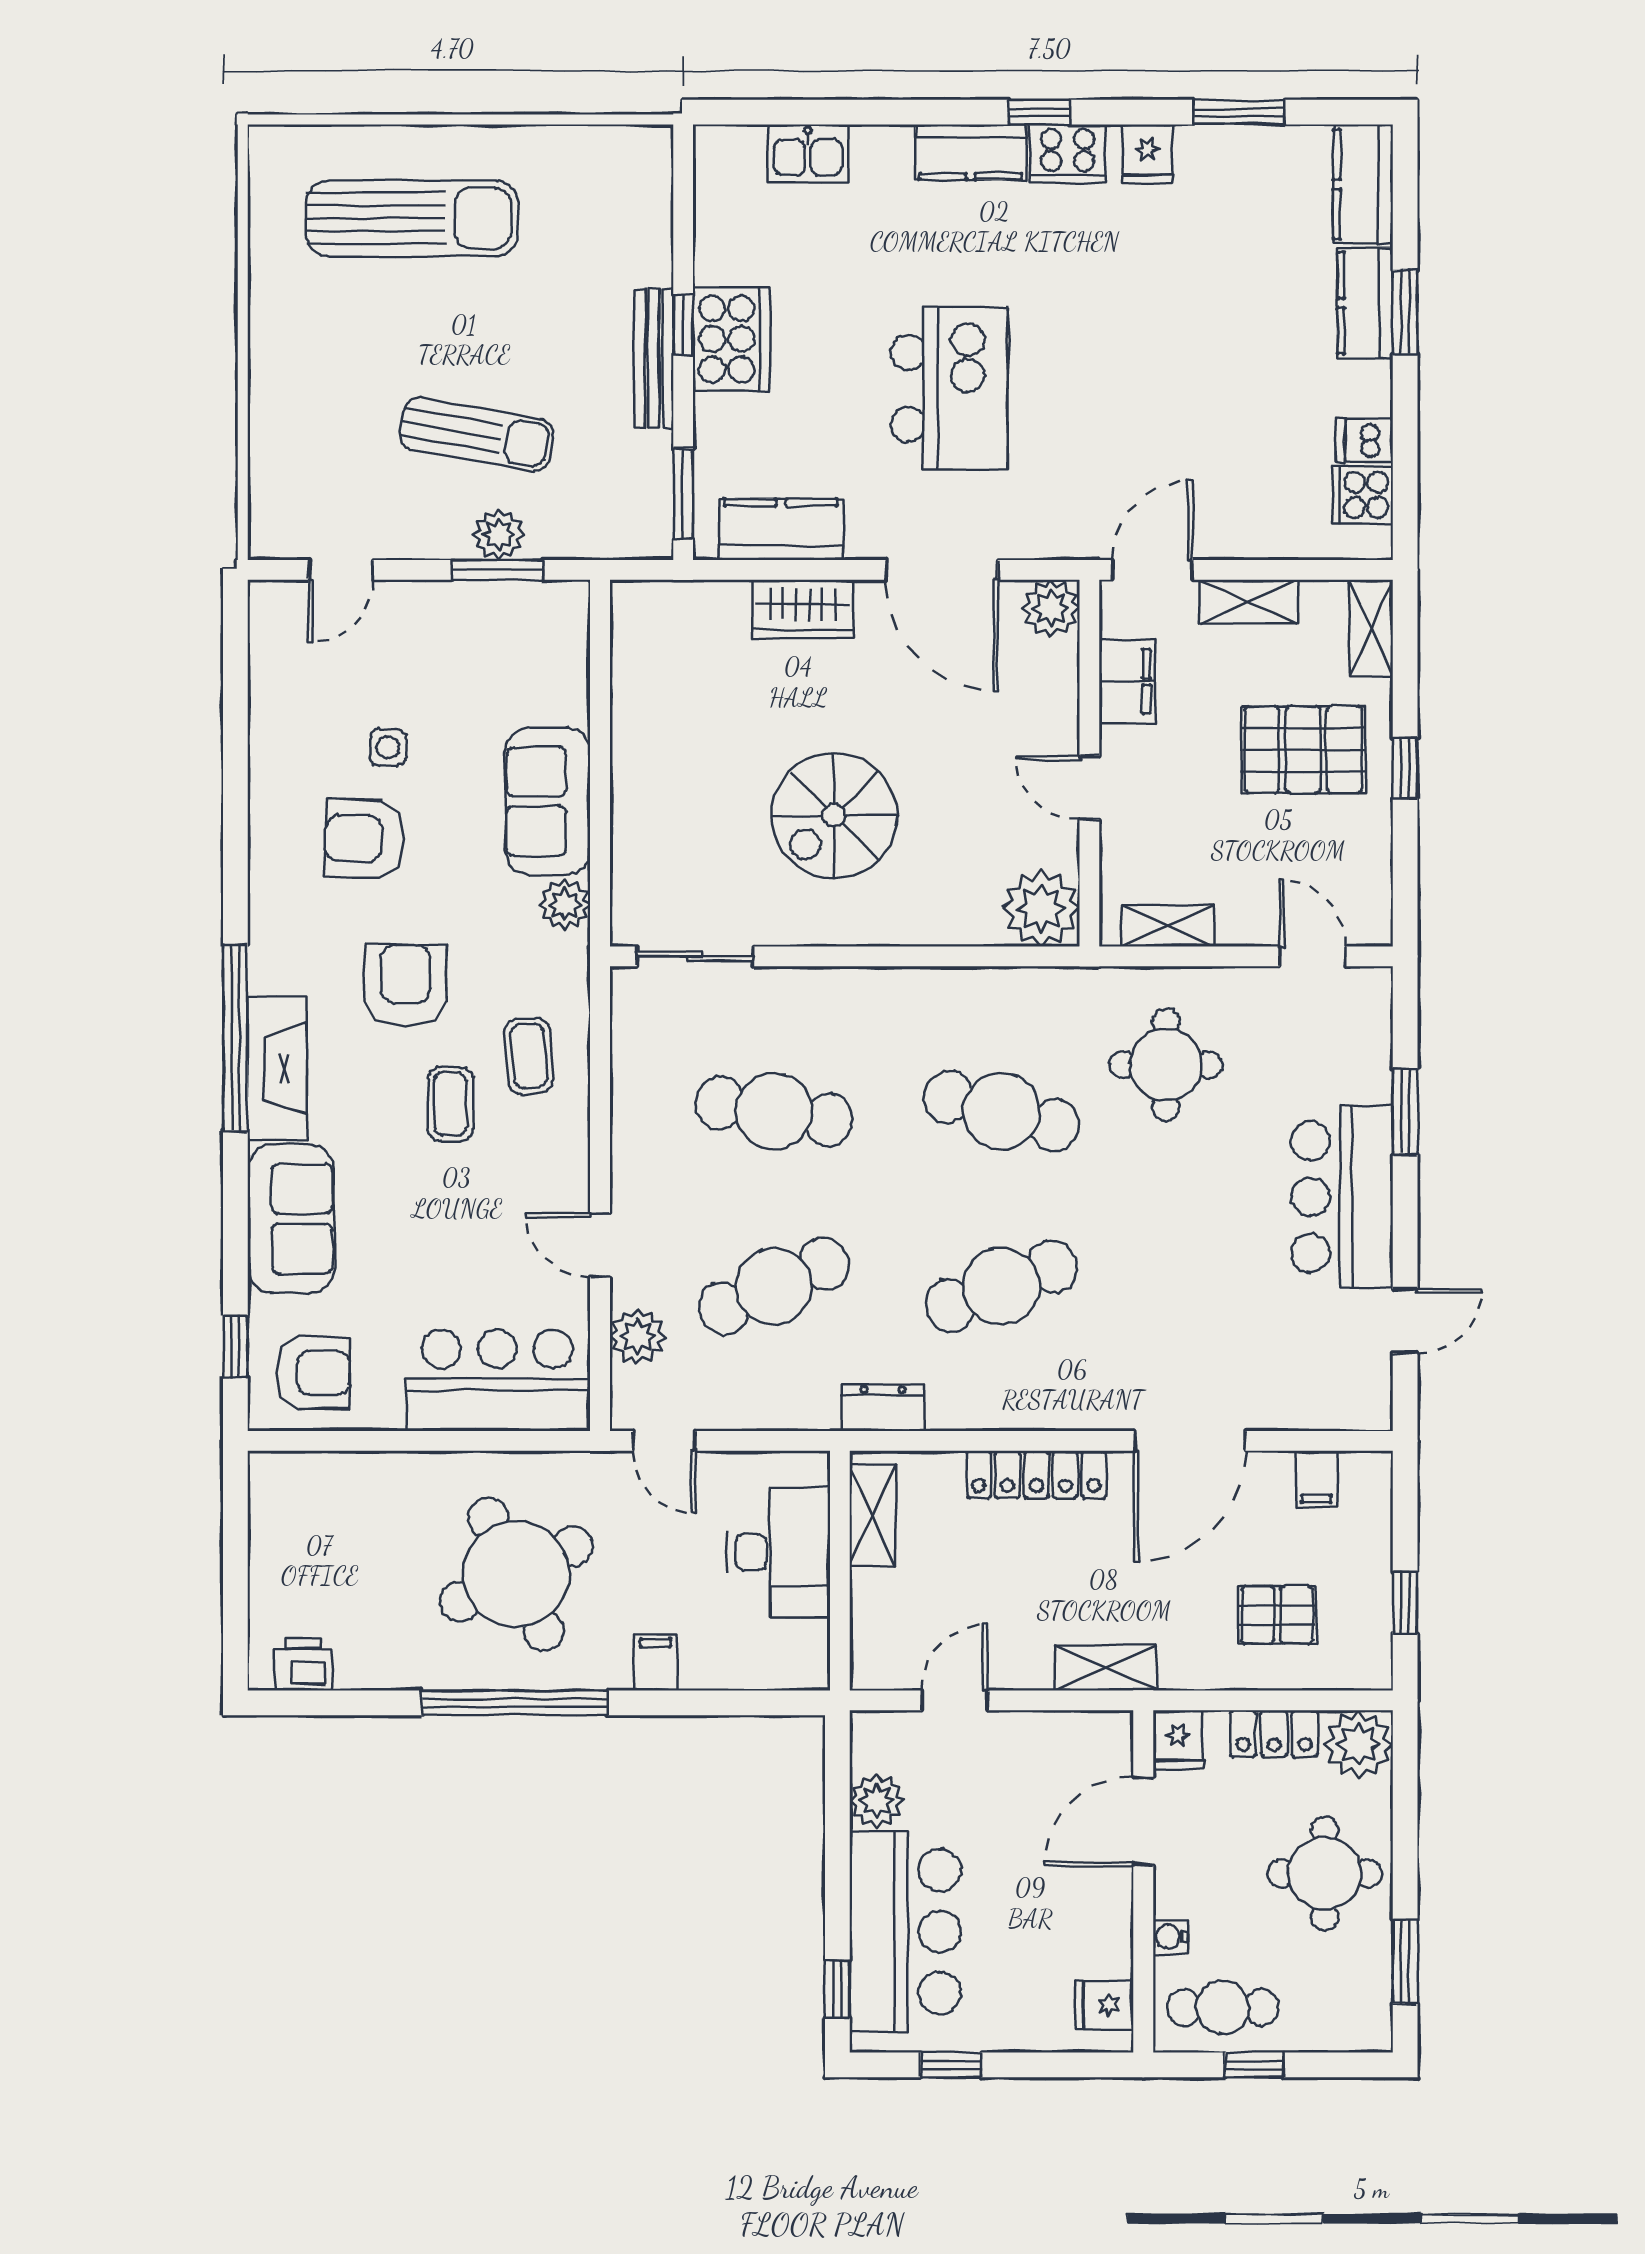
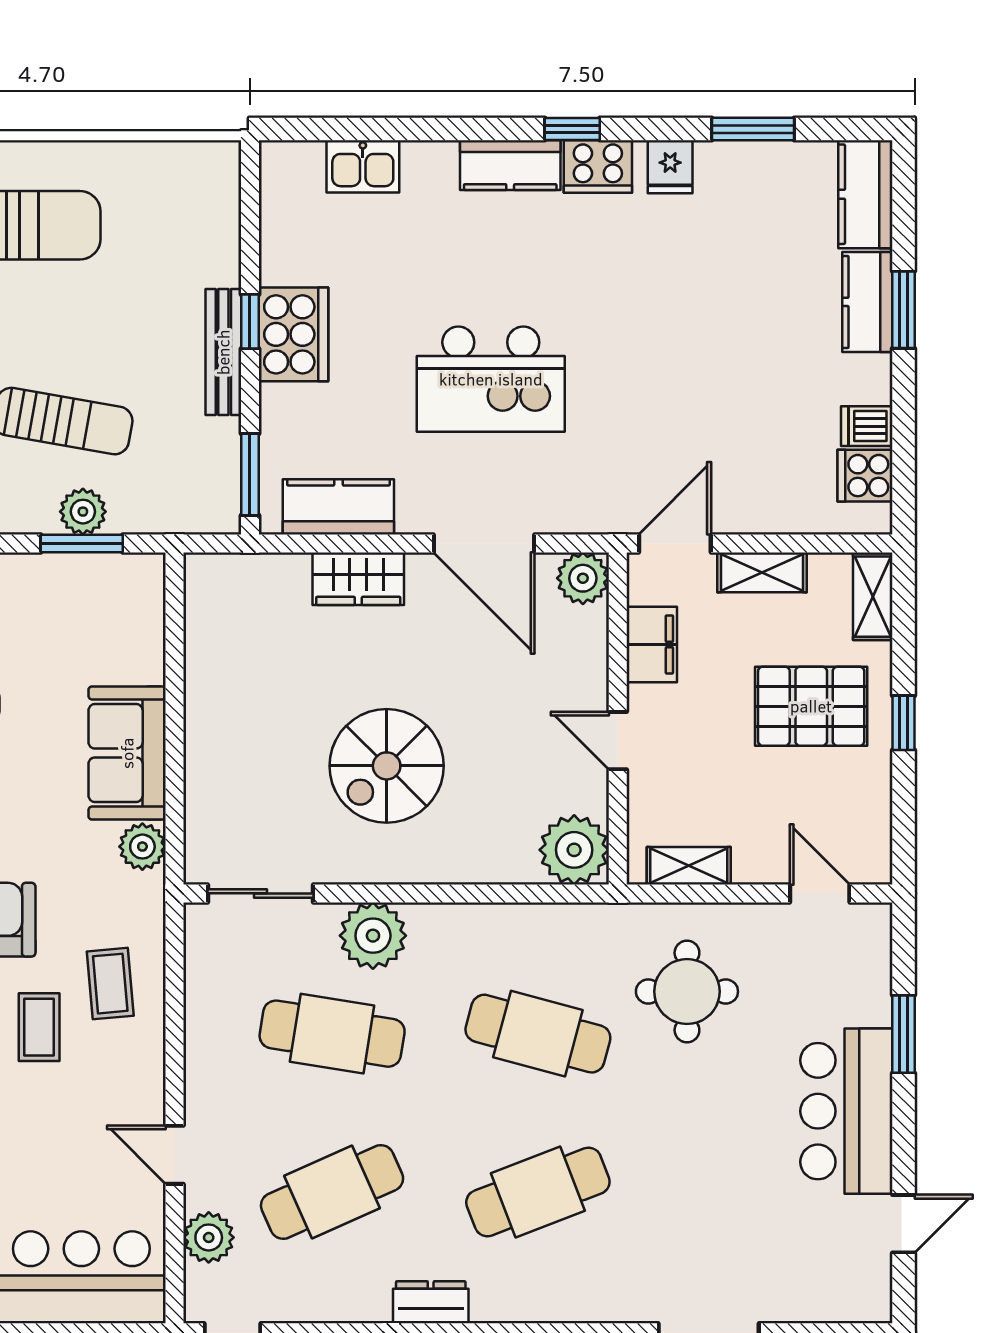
kitchen island: (949, 388) -> (491, 379), turned 90
plant: (819, 1003) -> (373, 936), added

